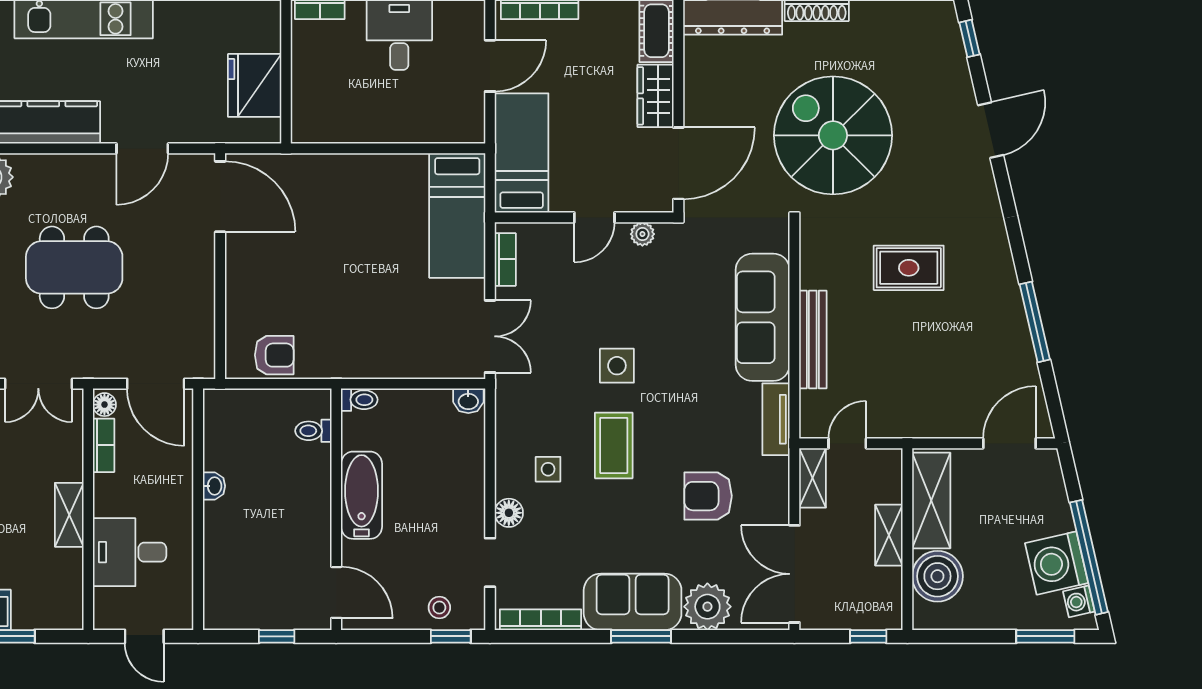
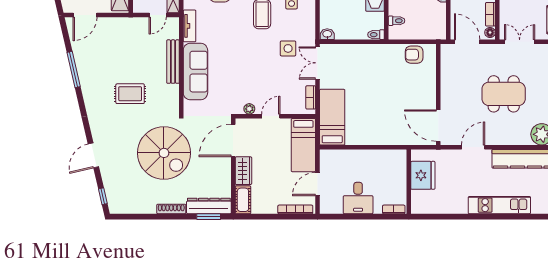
side table: (617, 366) -> (288, 48), moved

